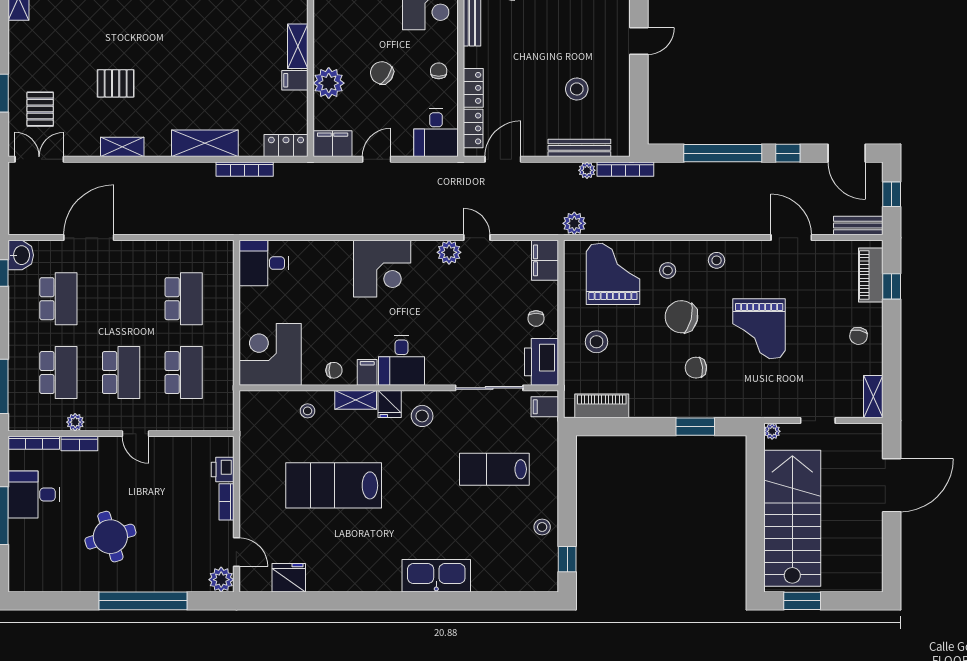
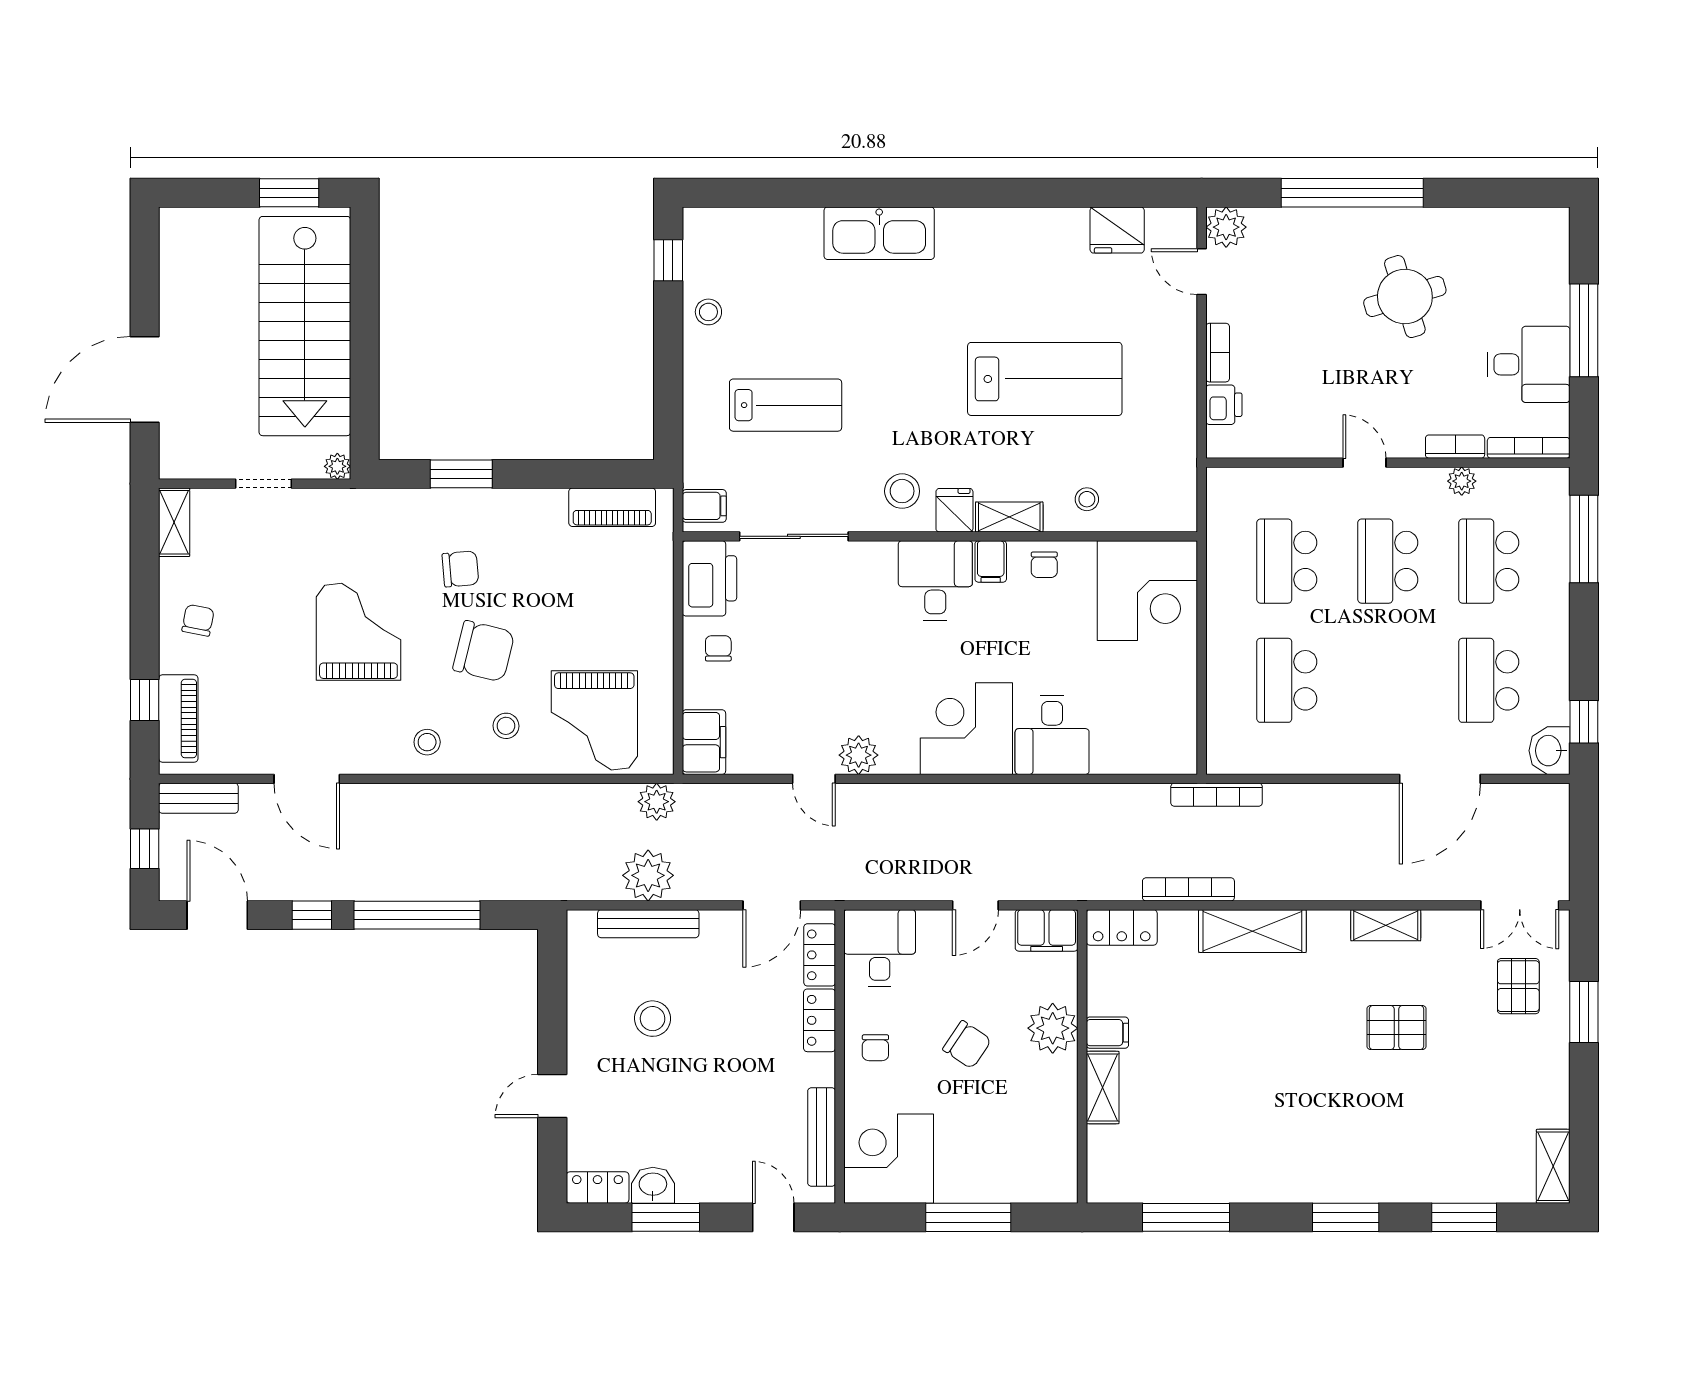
bookcase: (625, 169) -> (1217, 795), moved, turned 180
plant: (587, 170) -> (648, 875), width x1.88, depth x1.88
desk: (264, 263) -> (1052, 735), moved, turned 90
stool: (596, 342) -> (621, 611), removed
chair: (334, 370) -> (1044, 565), turned -90

